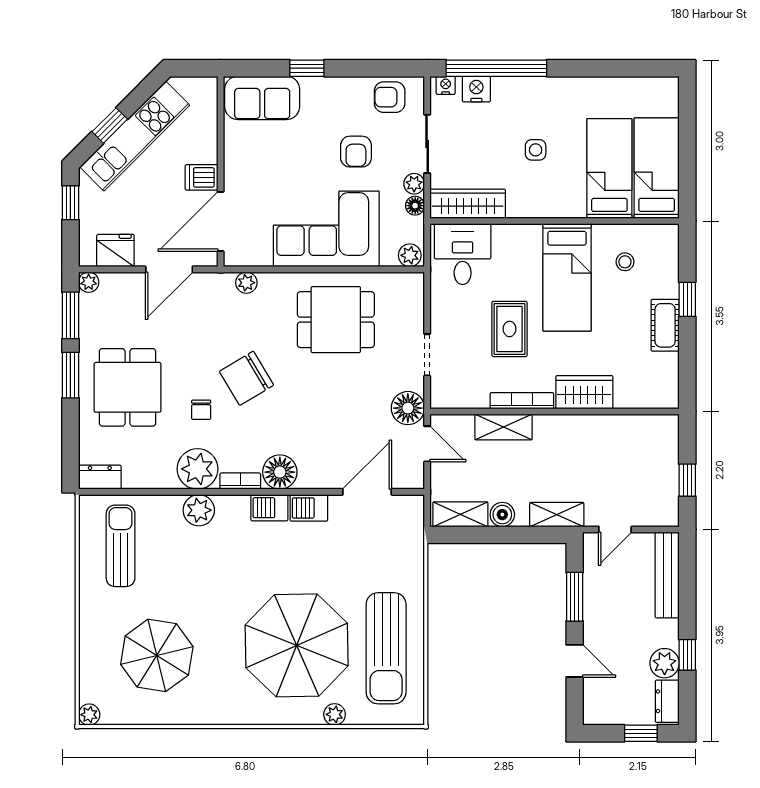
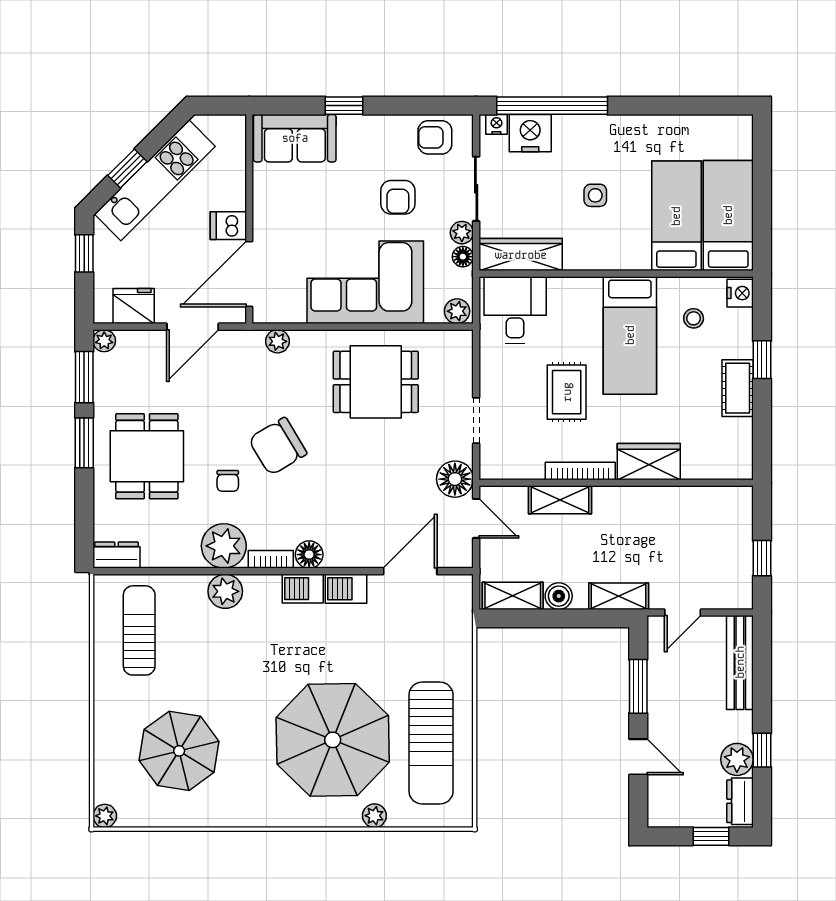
nightstand: (476, 89) -> (530, 133), width x1.36, depth x1.33
nightstand: (667, 239) -> (740, 293), added
floor lamp: (280, 472) -> (309, 555), width x0.73, depth x0.73

